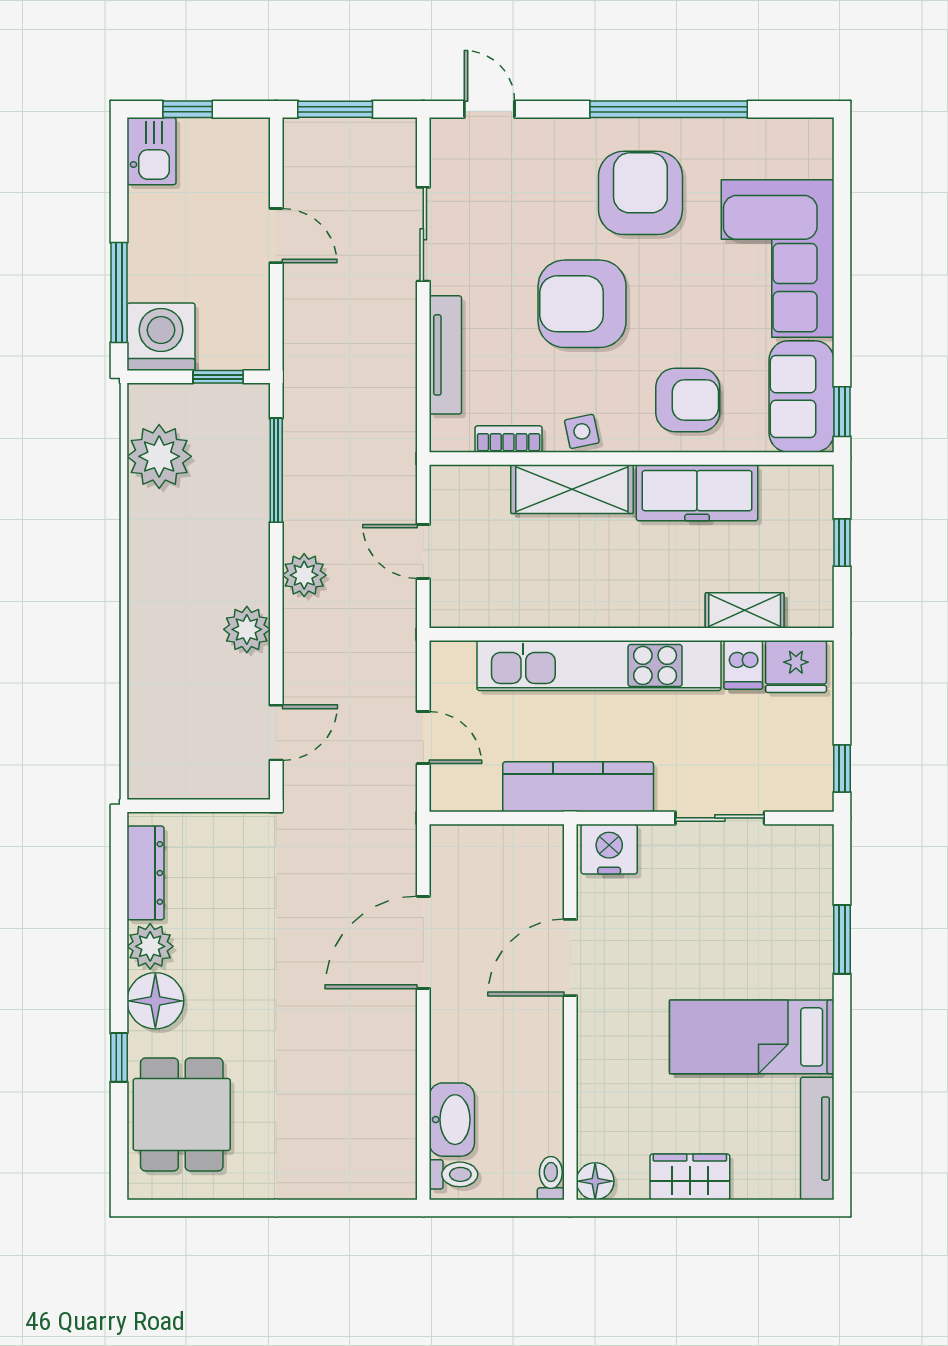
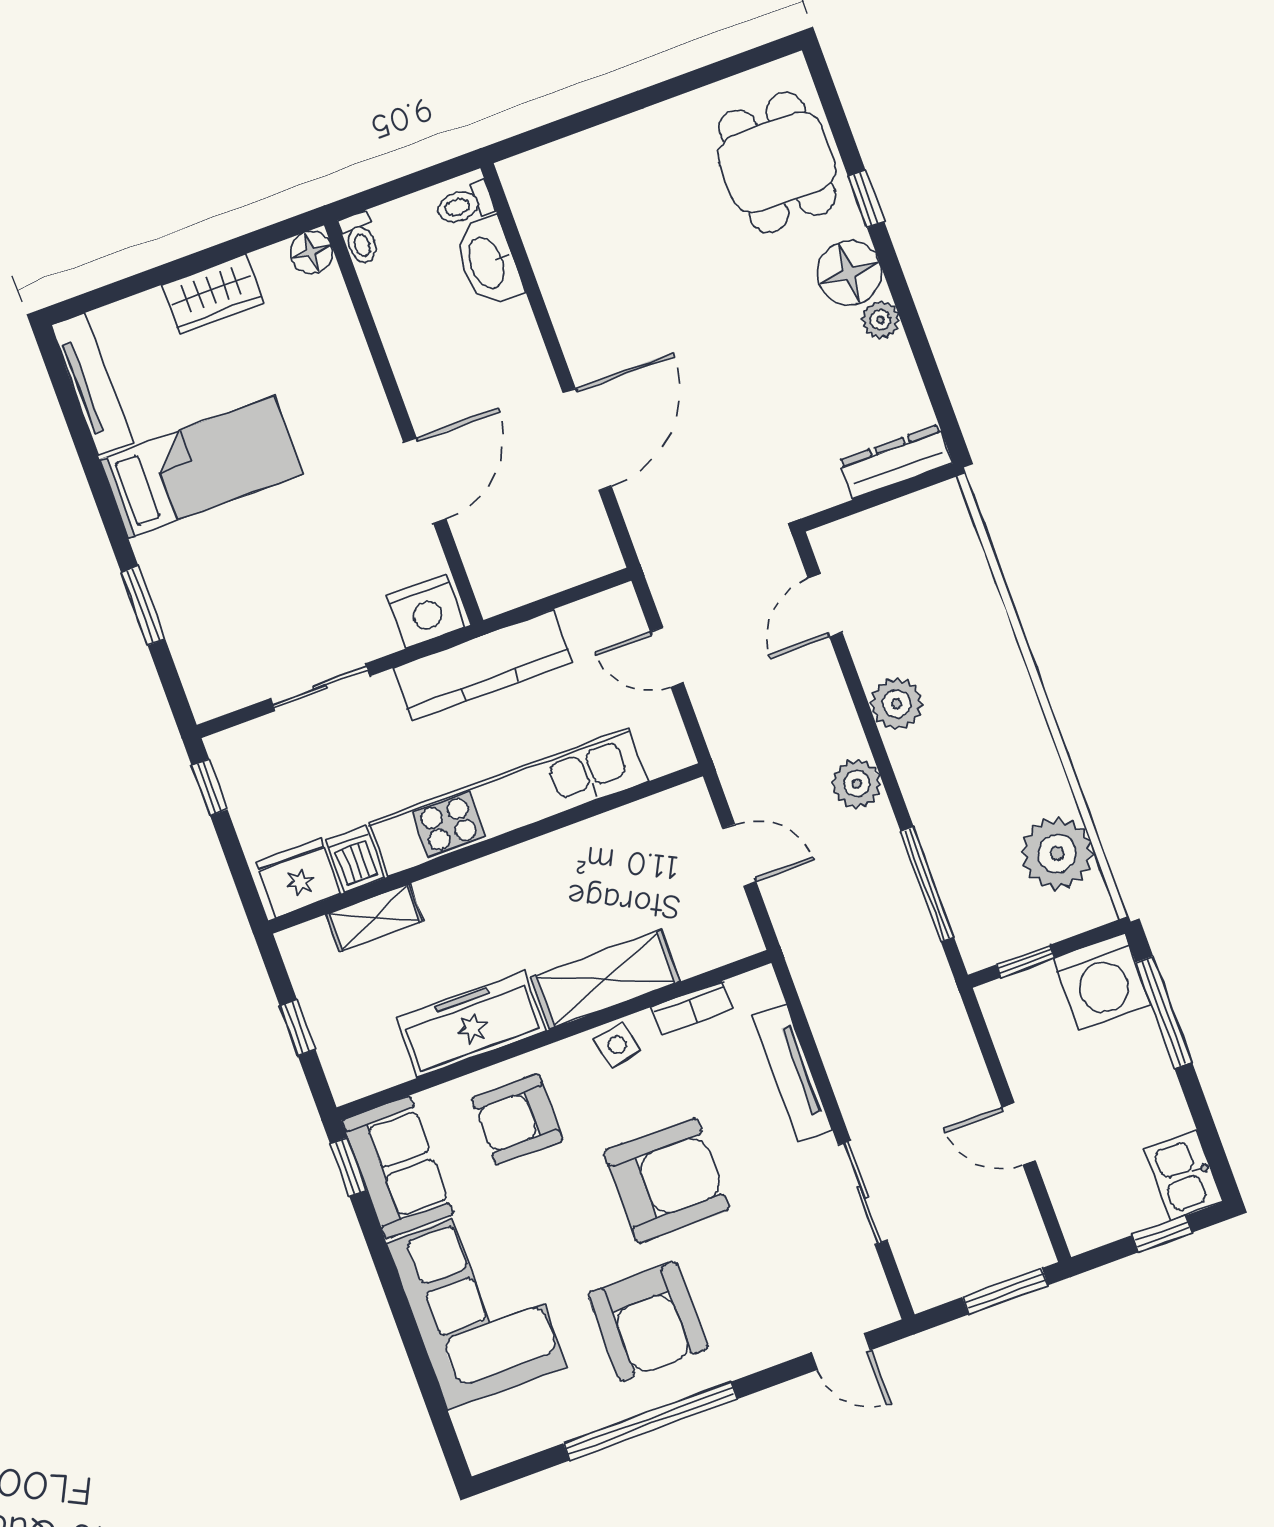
dresser: (146, 873) -> (896, 462), moved, turned 90
plant: (150, 946) -> (880, 320), width x0.73, depth x0.73

